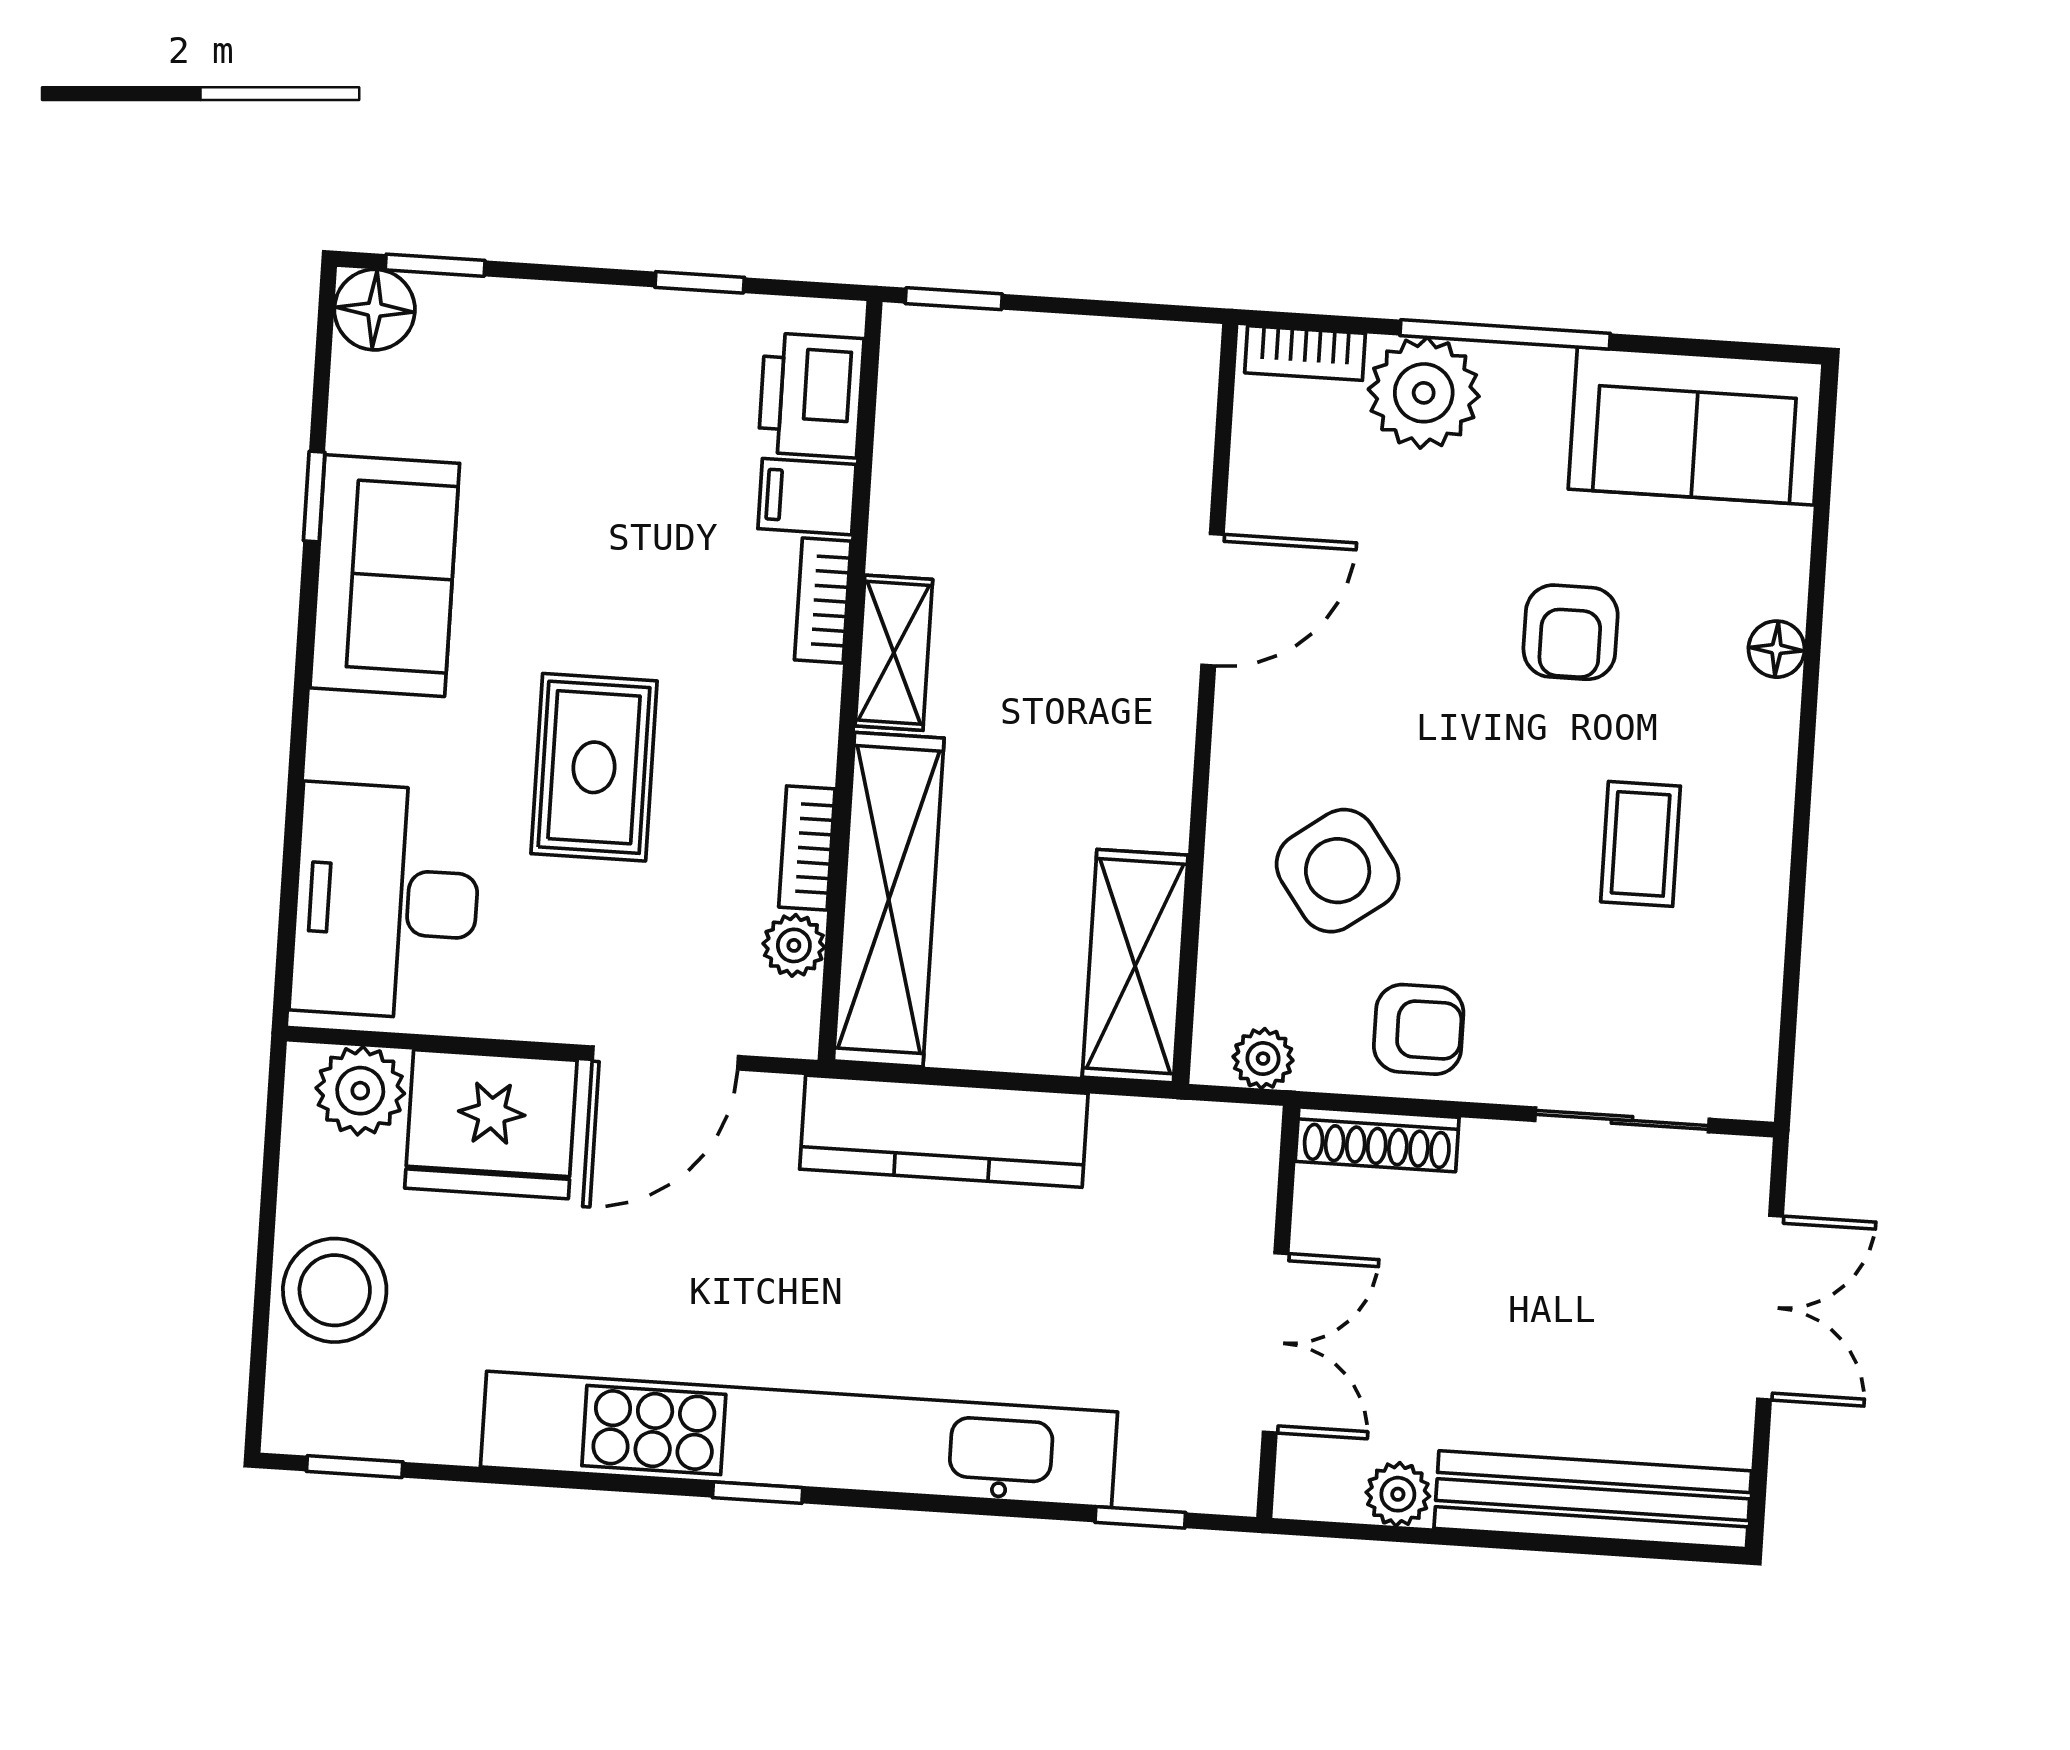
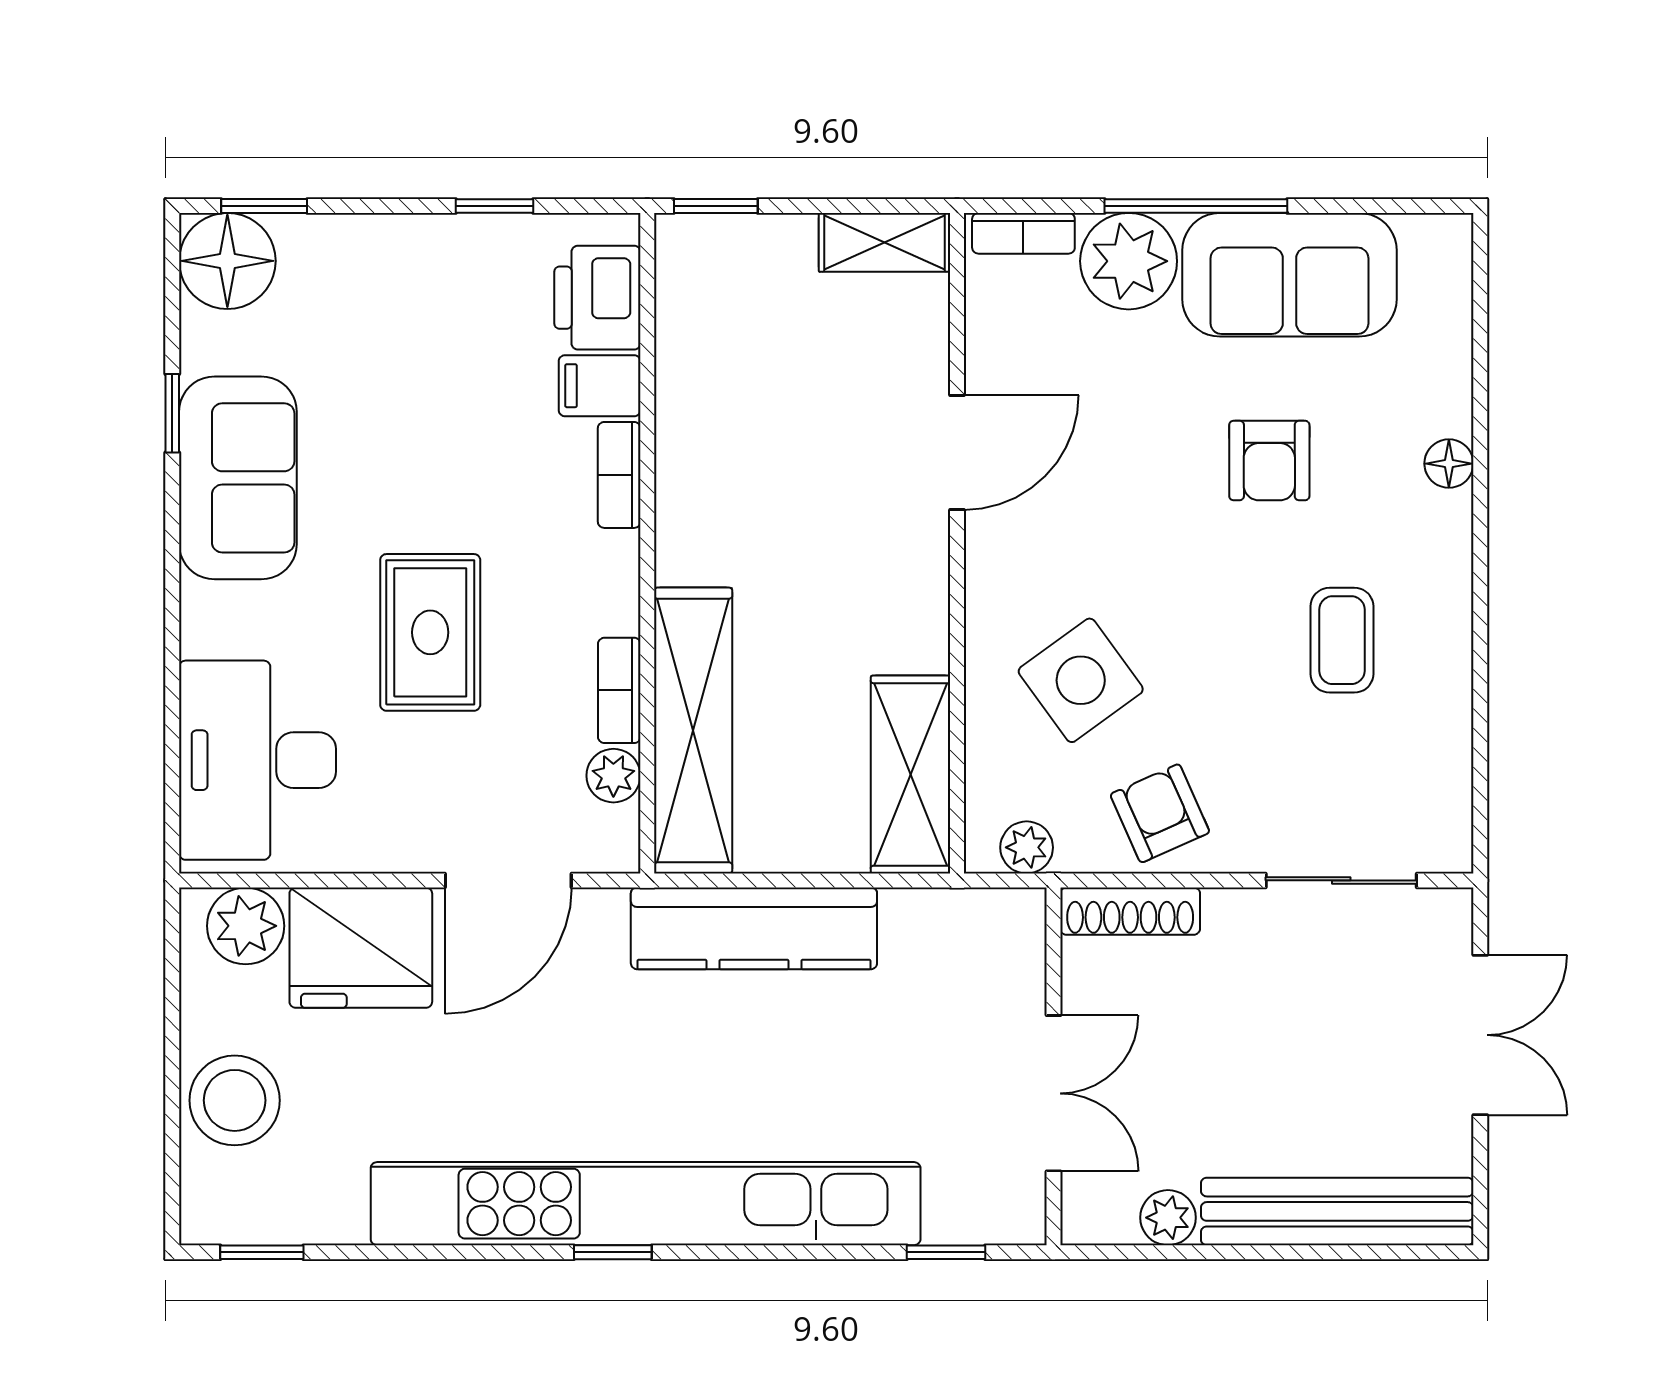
floor lamp: (375, 310) -> (227, 261), width x1.38, depth x1.38
sofa: (1696, 426) -> (1289, 275), moved
shelving: (894, 653) -> (884, 242), moved, turned 90
armchair: (1419, 1029) -> (1160, 813), turned -114

